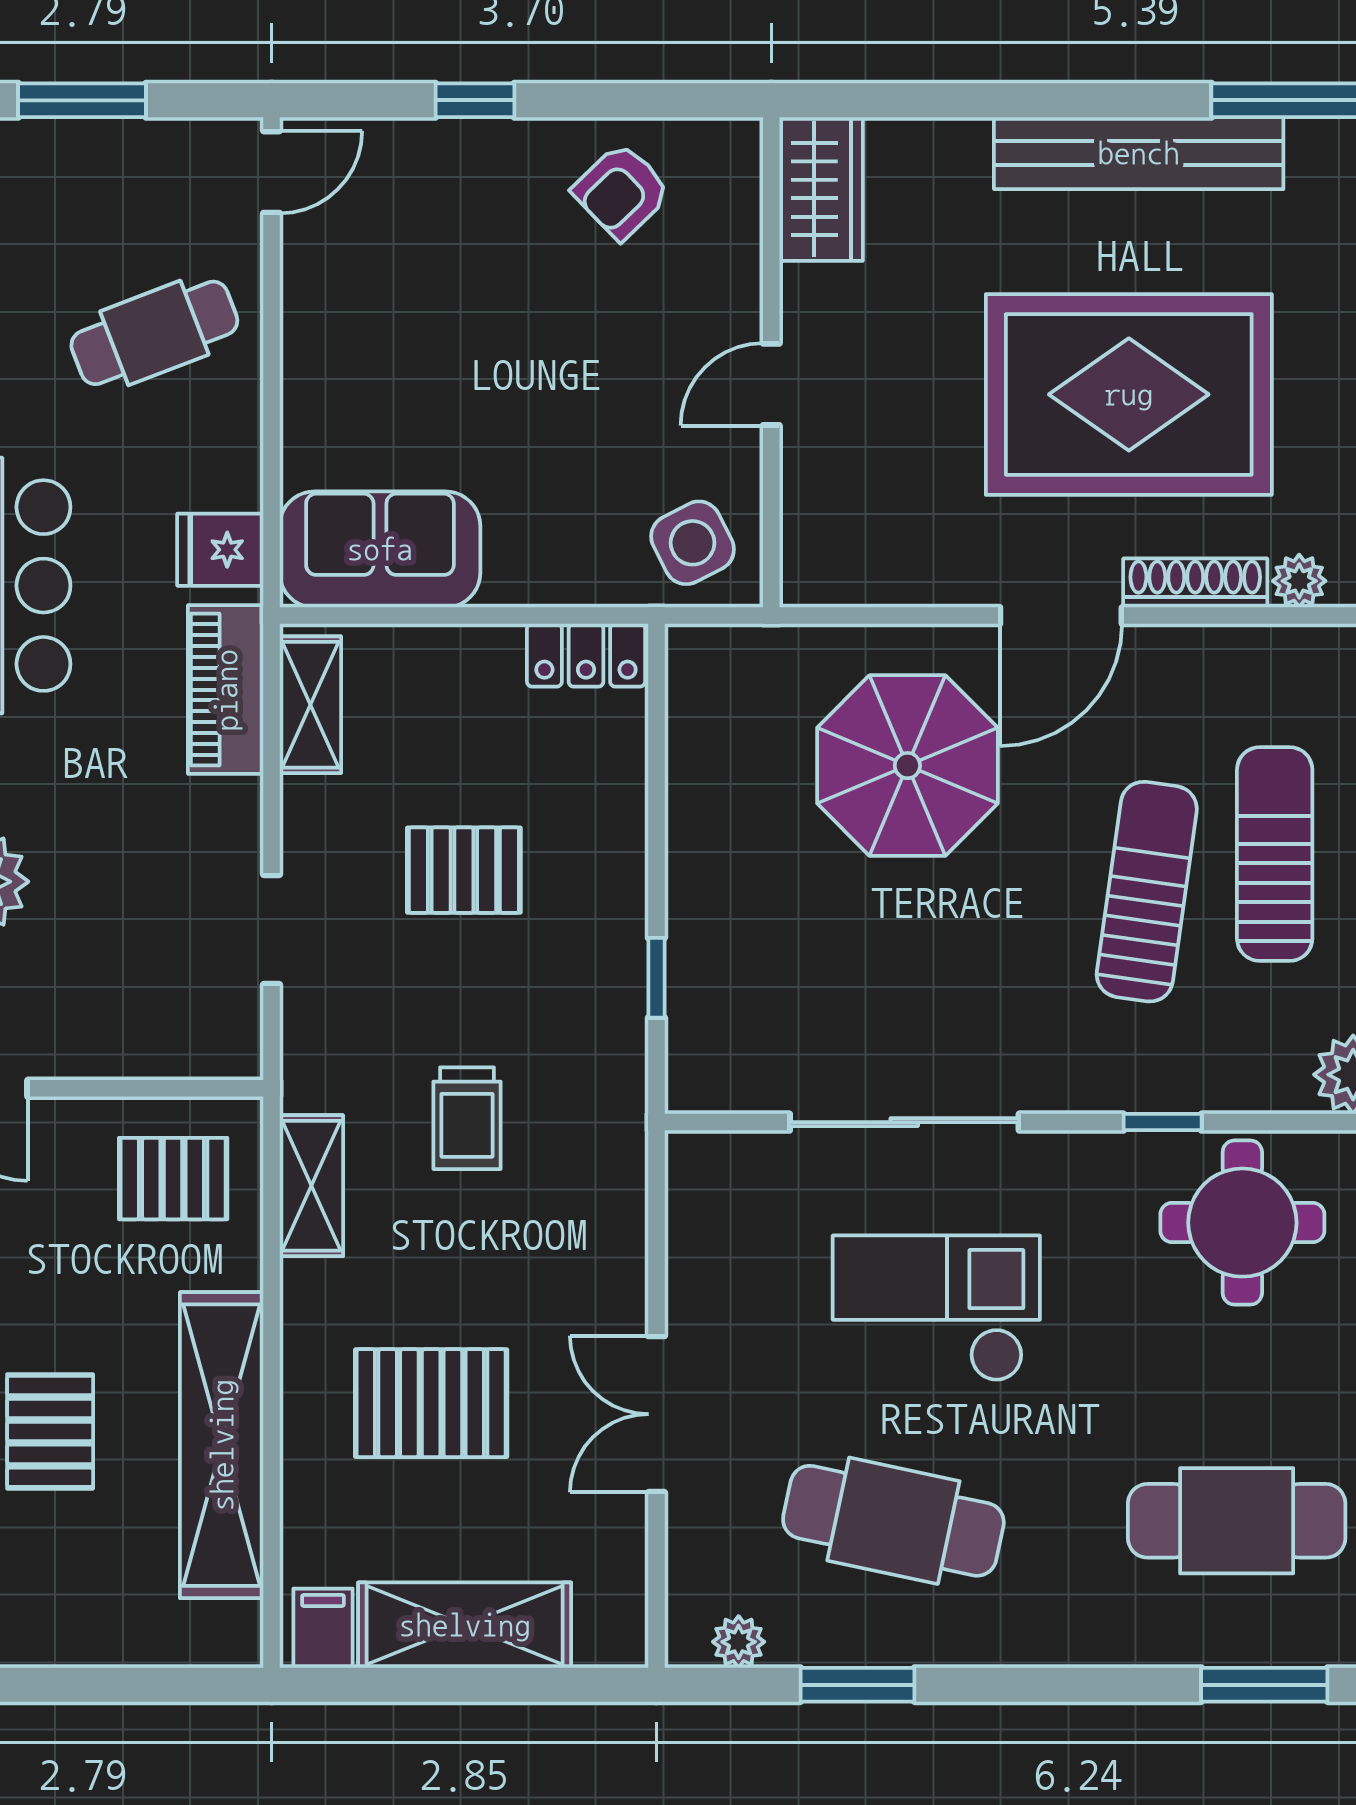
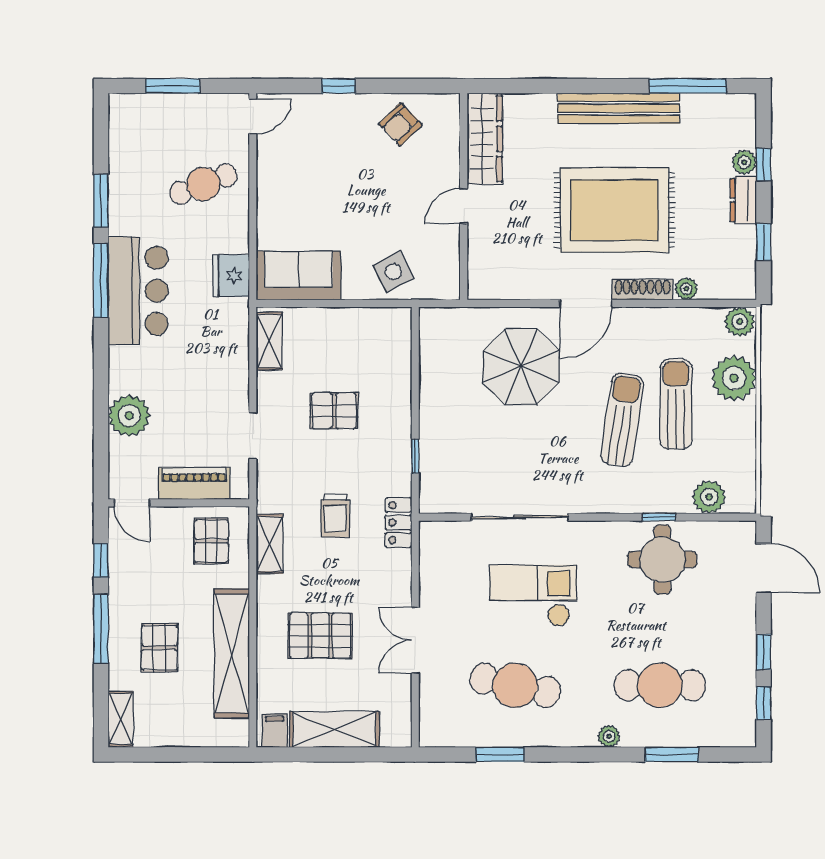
wardrobe: (821, 189) -> (485, 139), width x1.50
side table: (693, 543) -> (393, 272), moved
fridge: (220, 550) -> (231, 276), width x1.38
locker: (586, 655) -> (398, 523), moved, turned 90
piano: (226, 690) -> (194, 483), moved, turned 90
window: (1163, 1122) -> (659, 517), moved
pallet: (173, 1179) -> (211, 541), turned 90
plant: (739, 1642) -> (609, 736), moved

